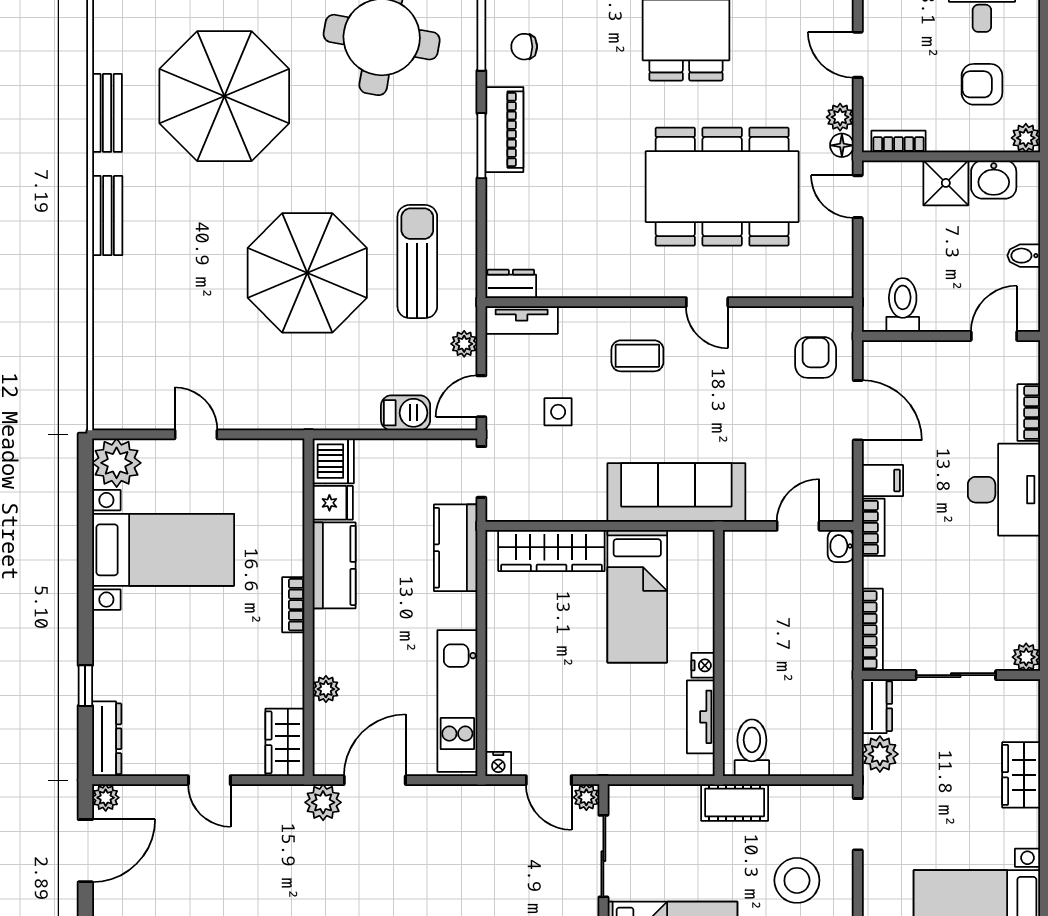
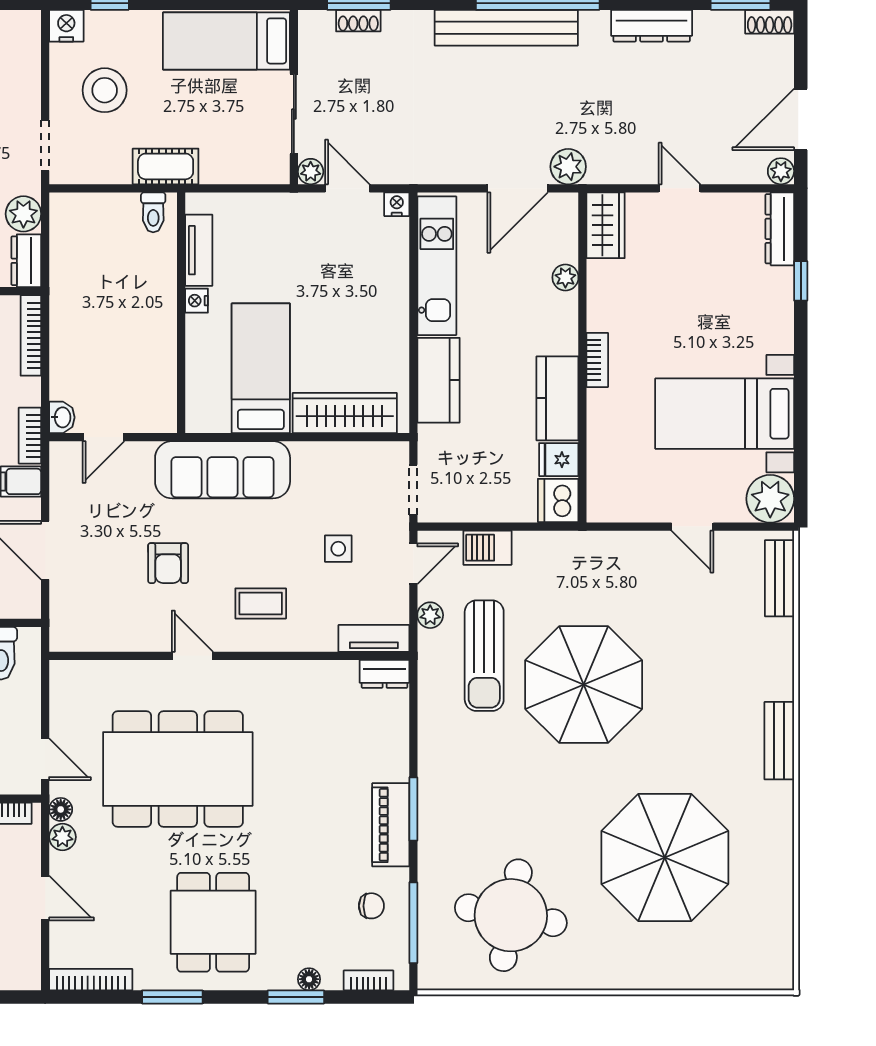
bench: (107, 113) -> (779, 578), moved
sun lounger: (417, 262) -> (484, 656), moved
armchair: (816, 357) -> (168, 563), moved
kitchen counter: (456, 548) -> (438, 380), moved
toilet: (752, 748) -> (153, 212), width x0.73, depth x0.72

